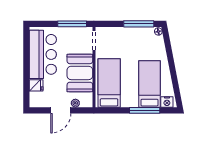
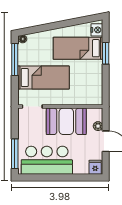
window: (72, 24) -> (15, 154), moved
bed: (109, 83) -> (43, 78), moved, turned 180
fridge: (36, 85) -> (95, 167), moved
window: (145, 110) -> (106, 53), width x0.69

